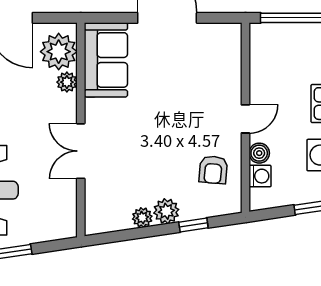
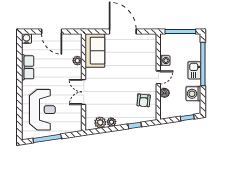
plant: (59, 52) -> (74, 47), removed
washing machine: (260, 176) -> (165, 61), moved
plant: (166, 211) -> (100, 123), moved

